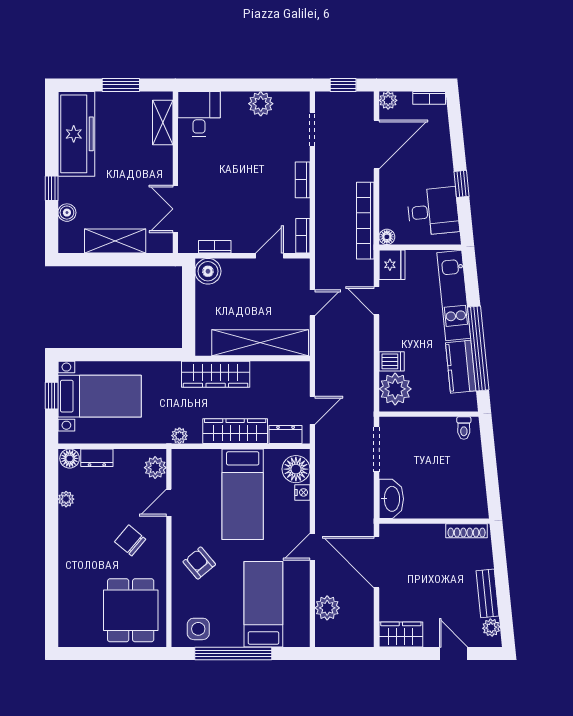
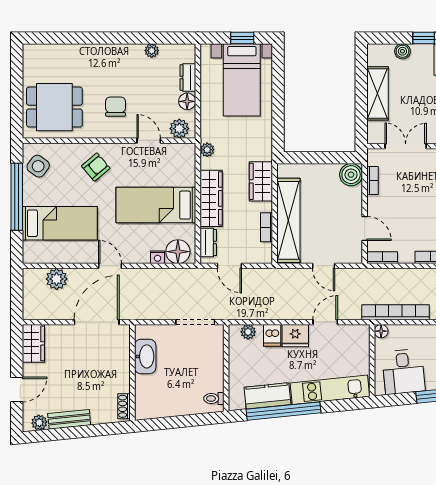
fridge: (392, 265) -> (295, 336), moved
bookcase: (268, 368) -> (267, 227), added
wardrobe: (216, 374) -> (261, 181), width x0.67
plant: (395, 389) -> (248, 332), width x0.53, depth x0.53
floor lamp: (70, 458) -> (187, 101), moved
washbasin: (391, 499) -> (145, 356), moved, turned -90
shoe rack: (467, 531) -> (124, 406), width x0.70
chair: (130, 540) -> (116, 107), turned -40
side table: (198, 629) -> (38, 166), turned 36

